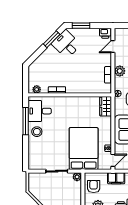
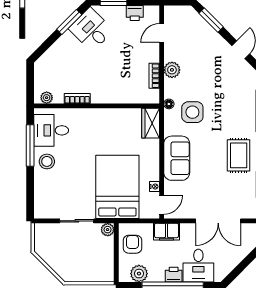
printer: (105, 33) -> (135, 13), moved

